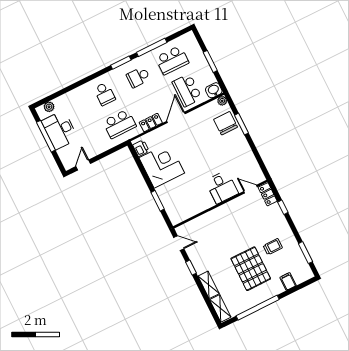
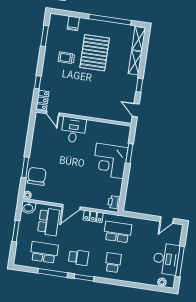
chair: (226, 123) -> (37, 176), turned 180
corner desk: (162, 165) -> (110, 161), moved

